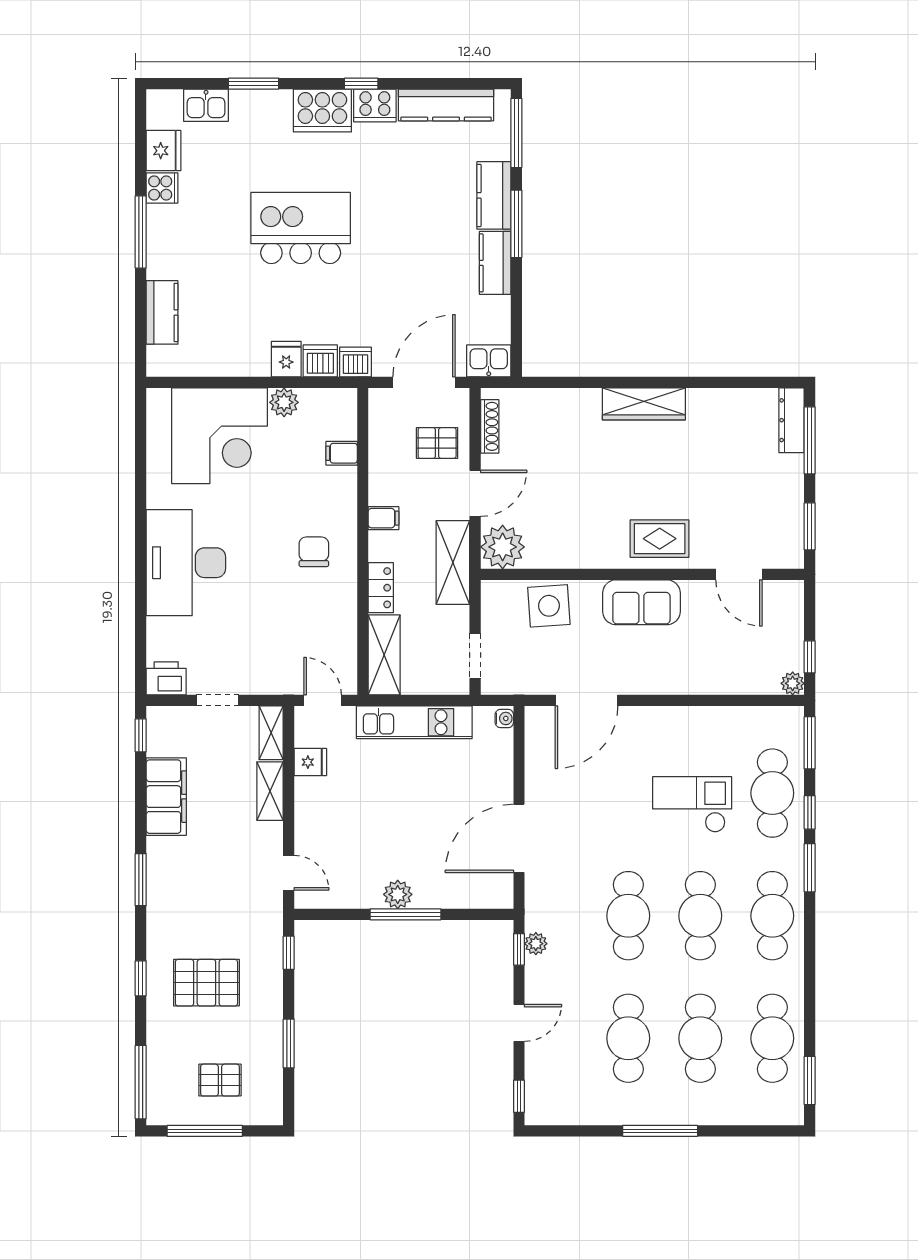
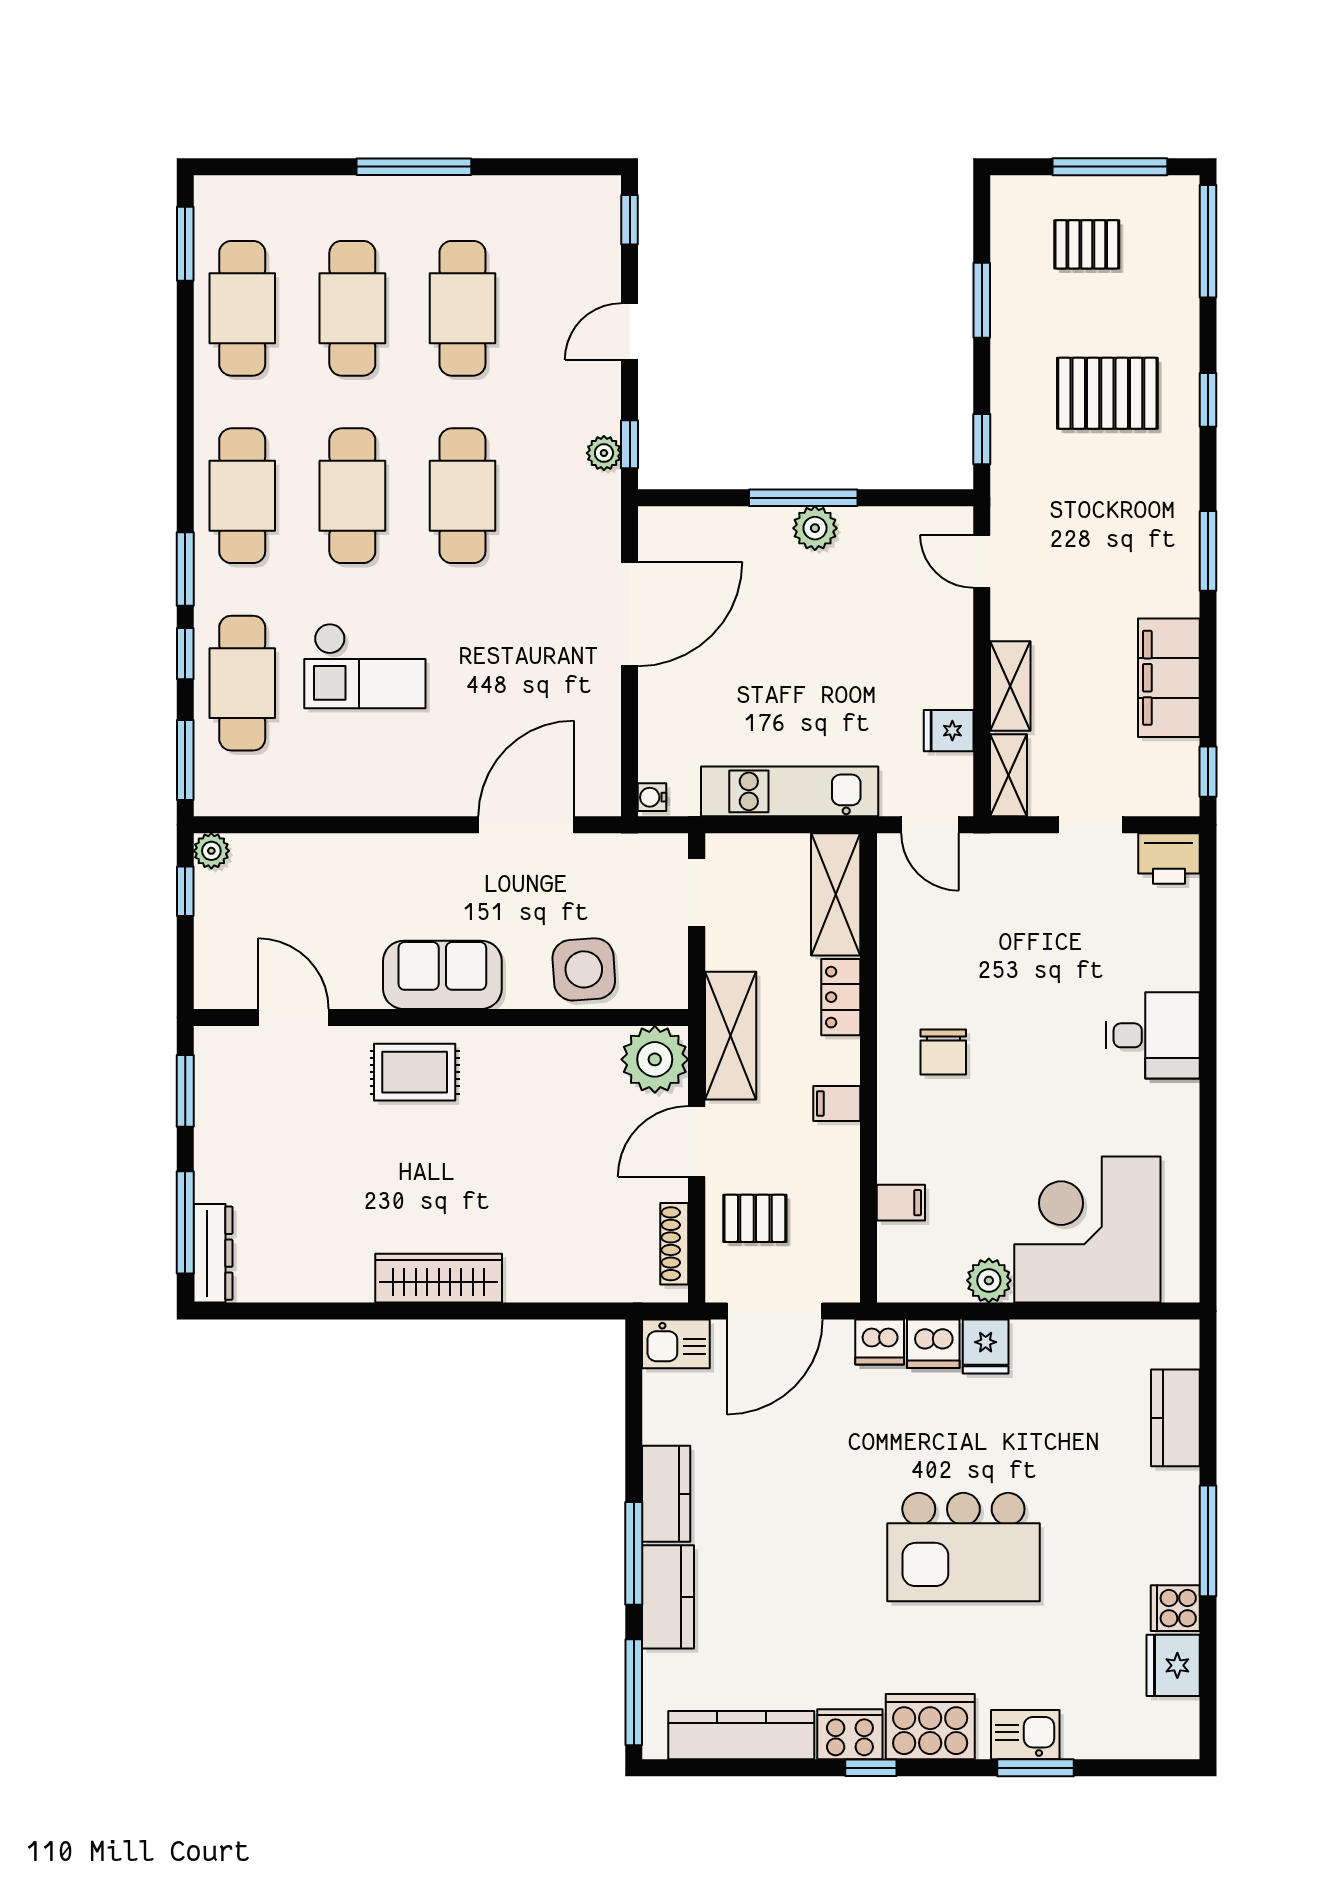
kitchen sink: (206, 105) -> (1025, 1735), moved
desk: (186, 563) -> (1153, 1035), width x0.53, depth x0.77

